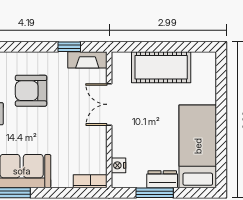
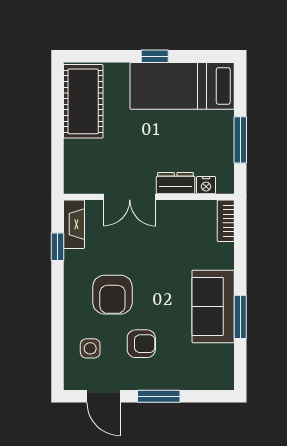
cot: (161, 67) -> (83, 101), moved
window: (221, 124) -> (155, 56), added
dresser: (162, 179) -> (176, 183), moved, turned 90

